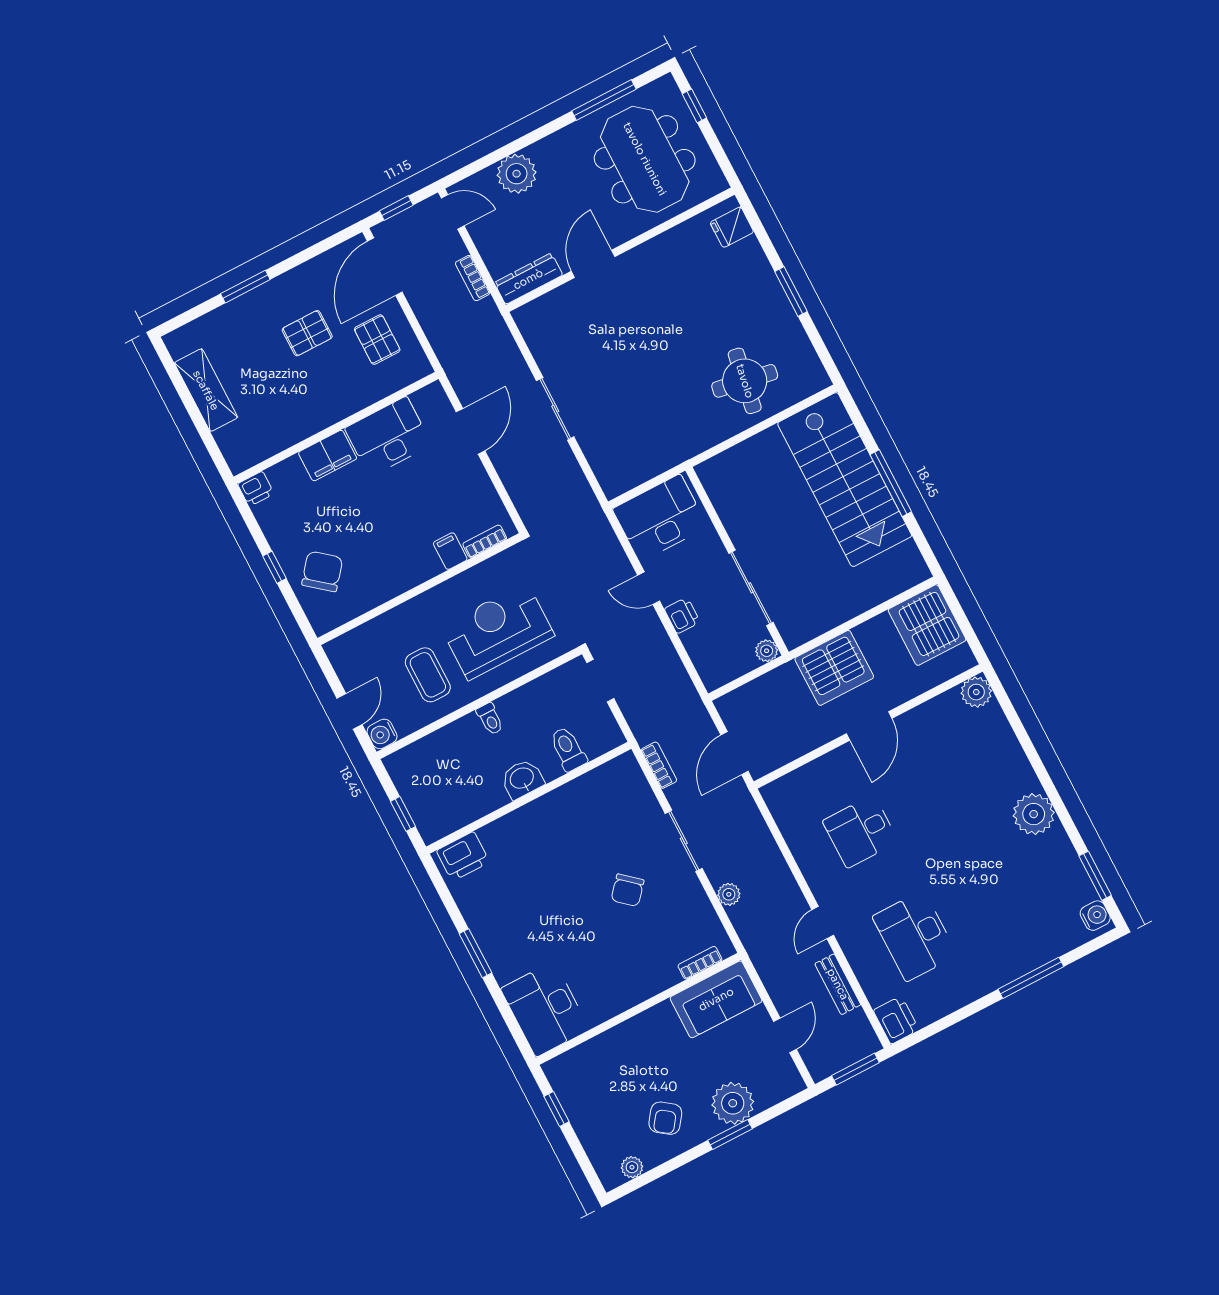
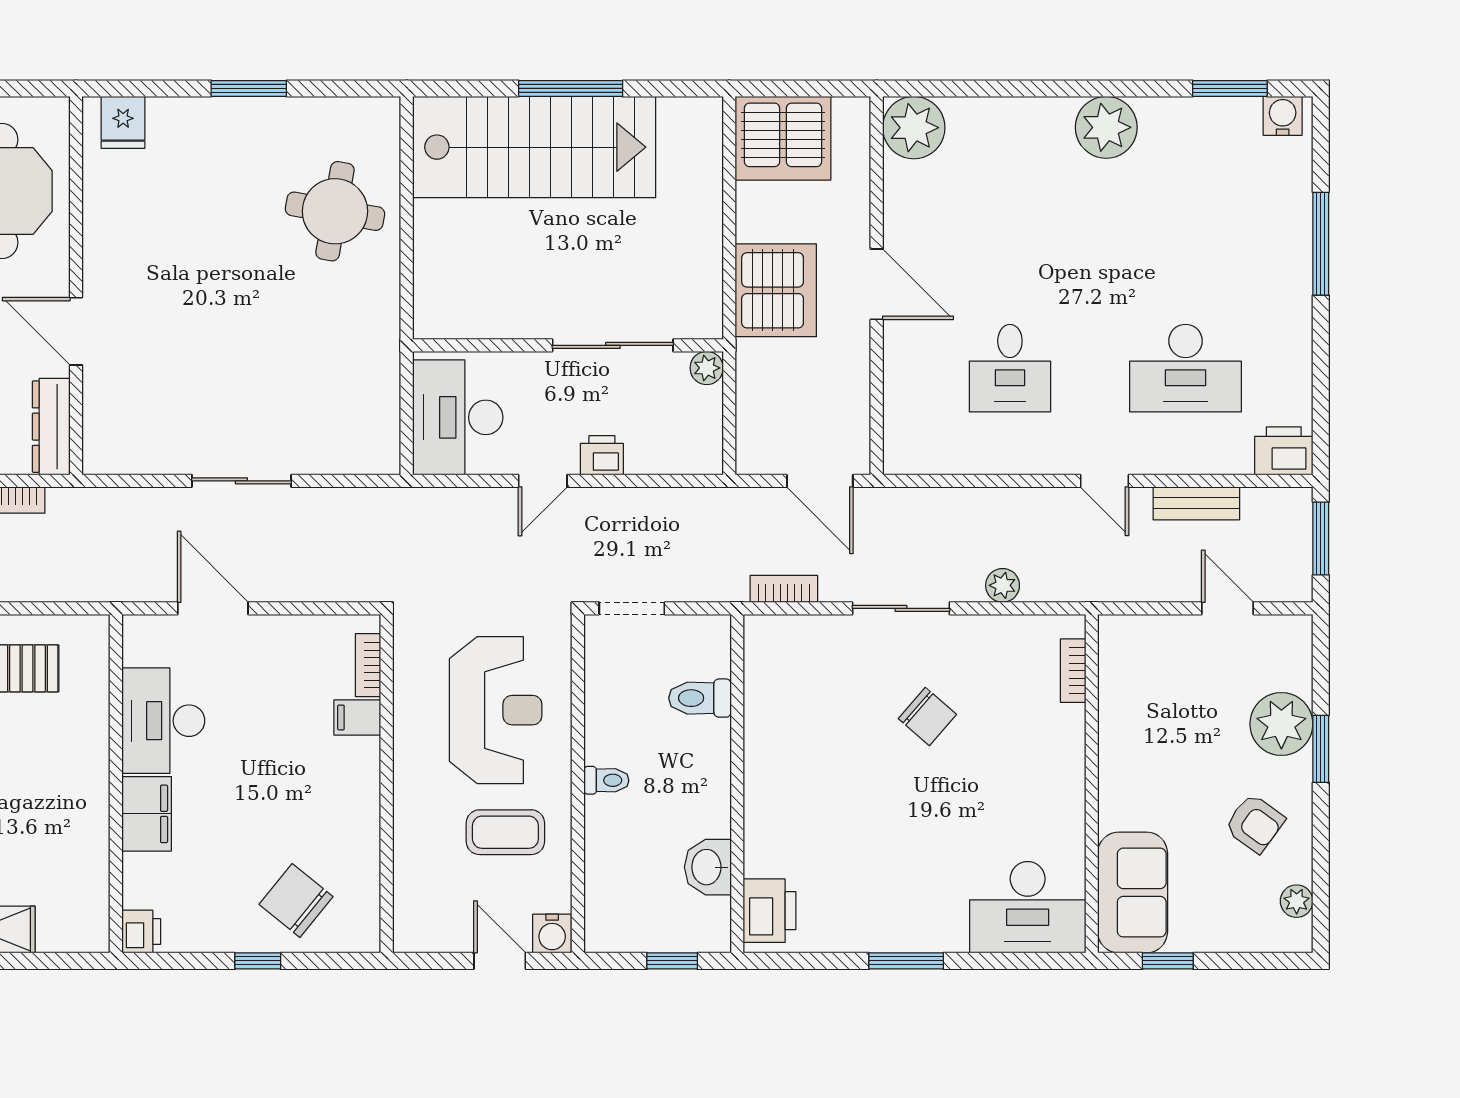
reception desk: (497, 631) -> (496, 710), turned 180
plant: (976, 692) -> (914, 128), width x1.36, depth x1.36
washbasin: (522, 779) -> (708, 867), moved
sofa: (716, 999) -> (1133, 893), moved

